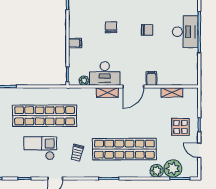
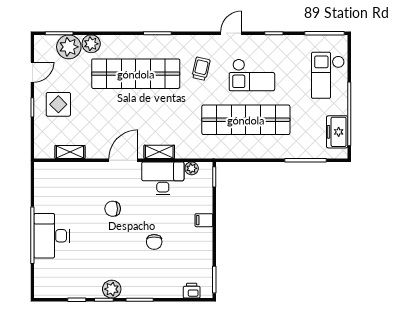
chair: (147, 30) -> (113, 209), moved
filing cabinet: (151, 78) -> (98, 171), removed
door: (199, 150) -> (32, 72), hinge flipped

